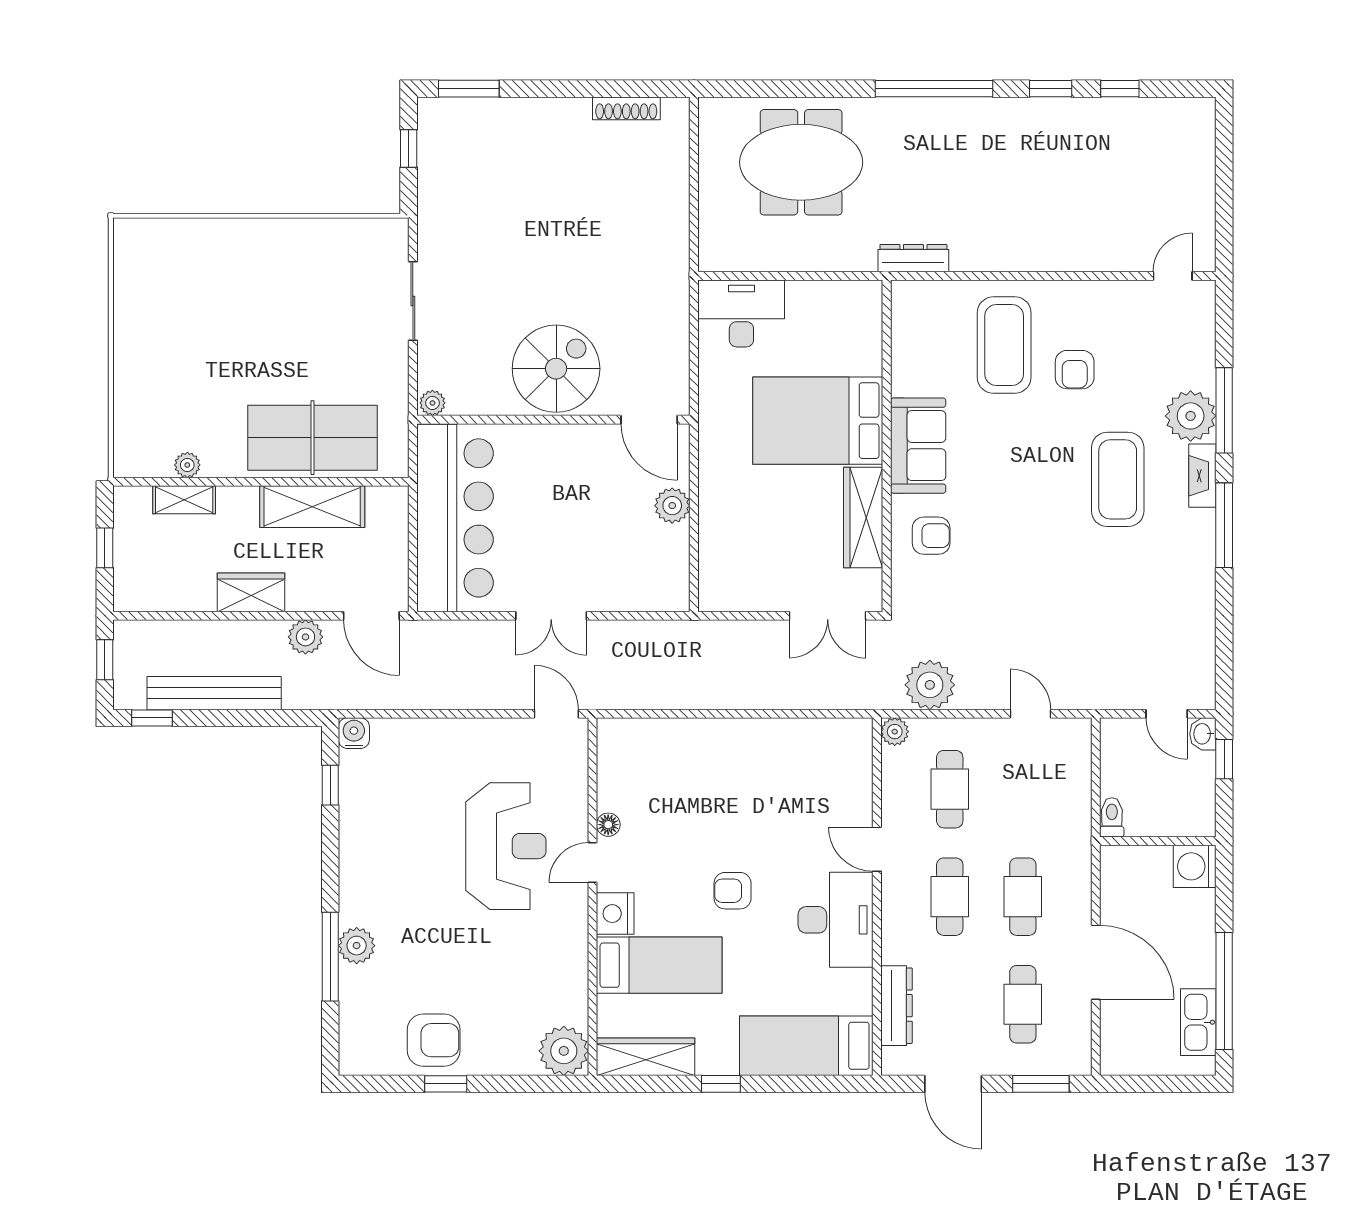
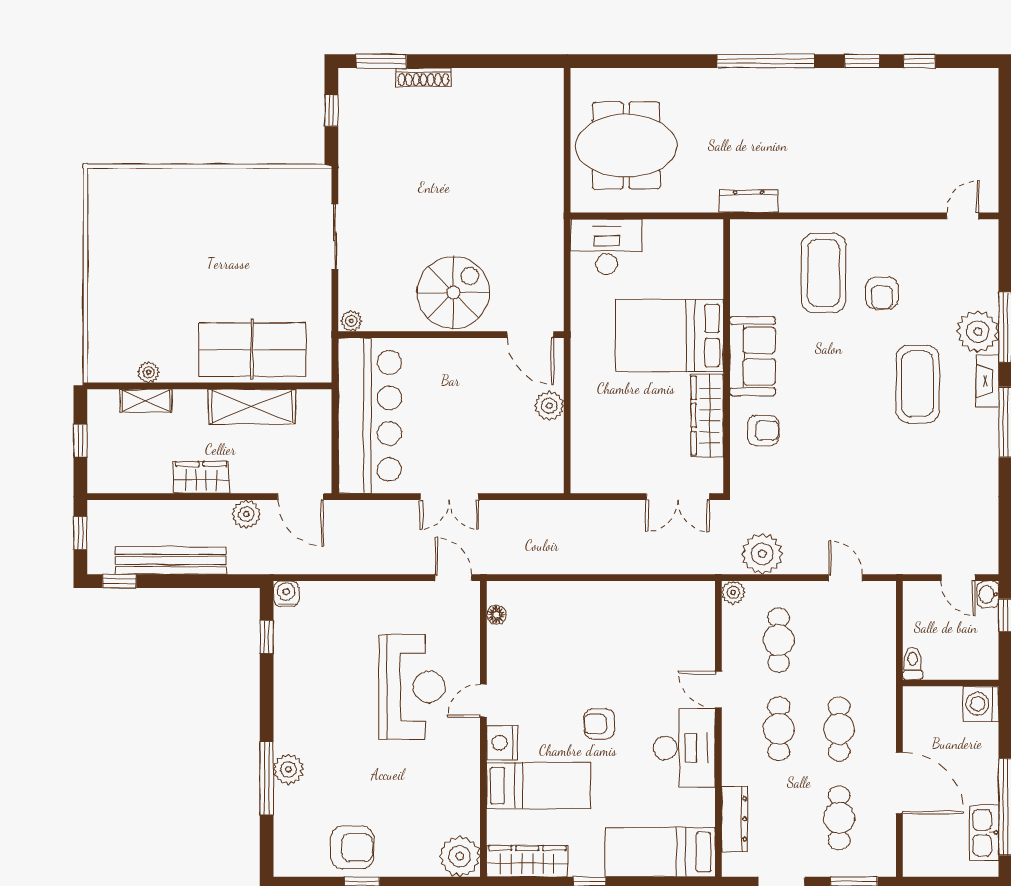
shoe rack: (626, 108) -> (423, 77), moved
meeting table: (801, 162) -> (626, 146), moved
floor lamp: (608, 825) -> (496, 615), moved

